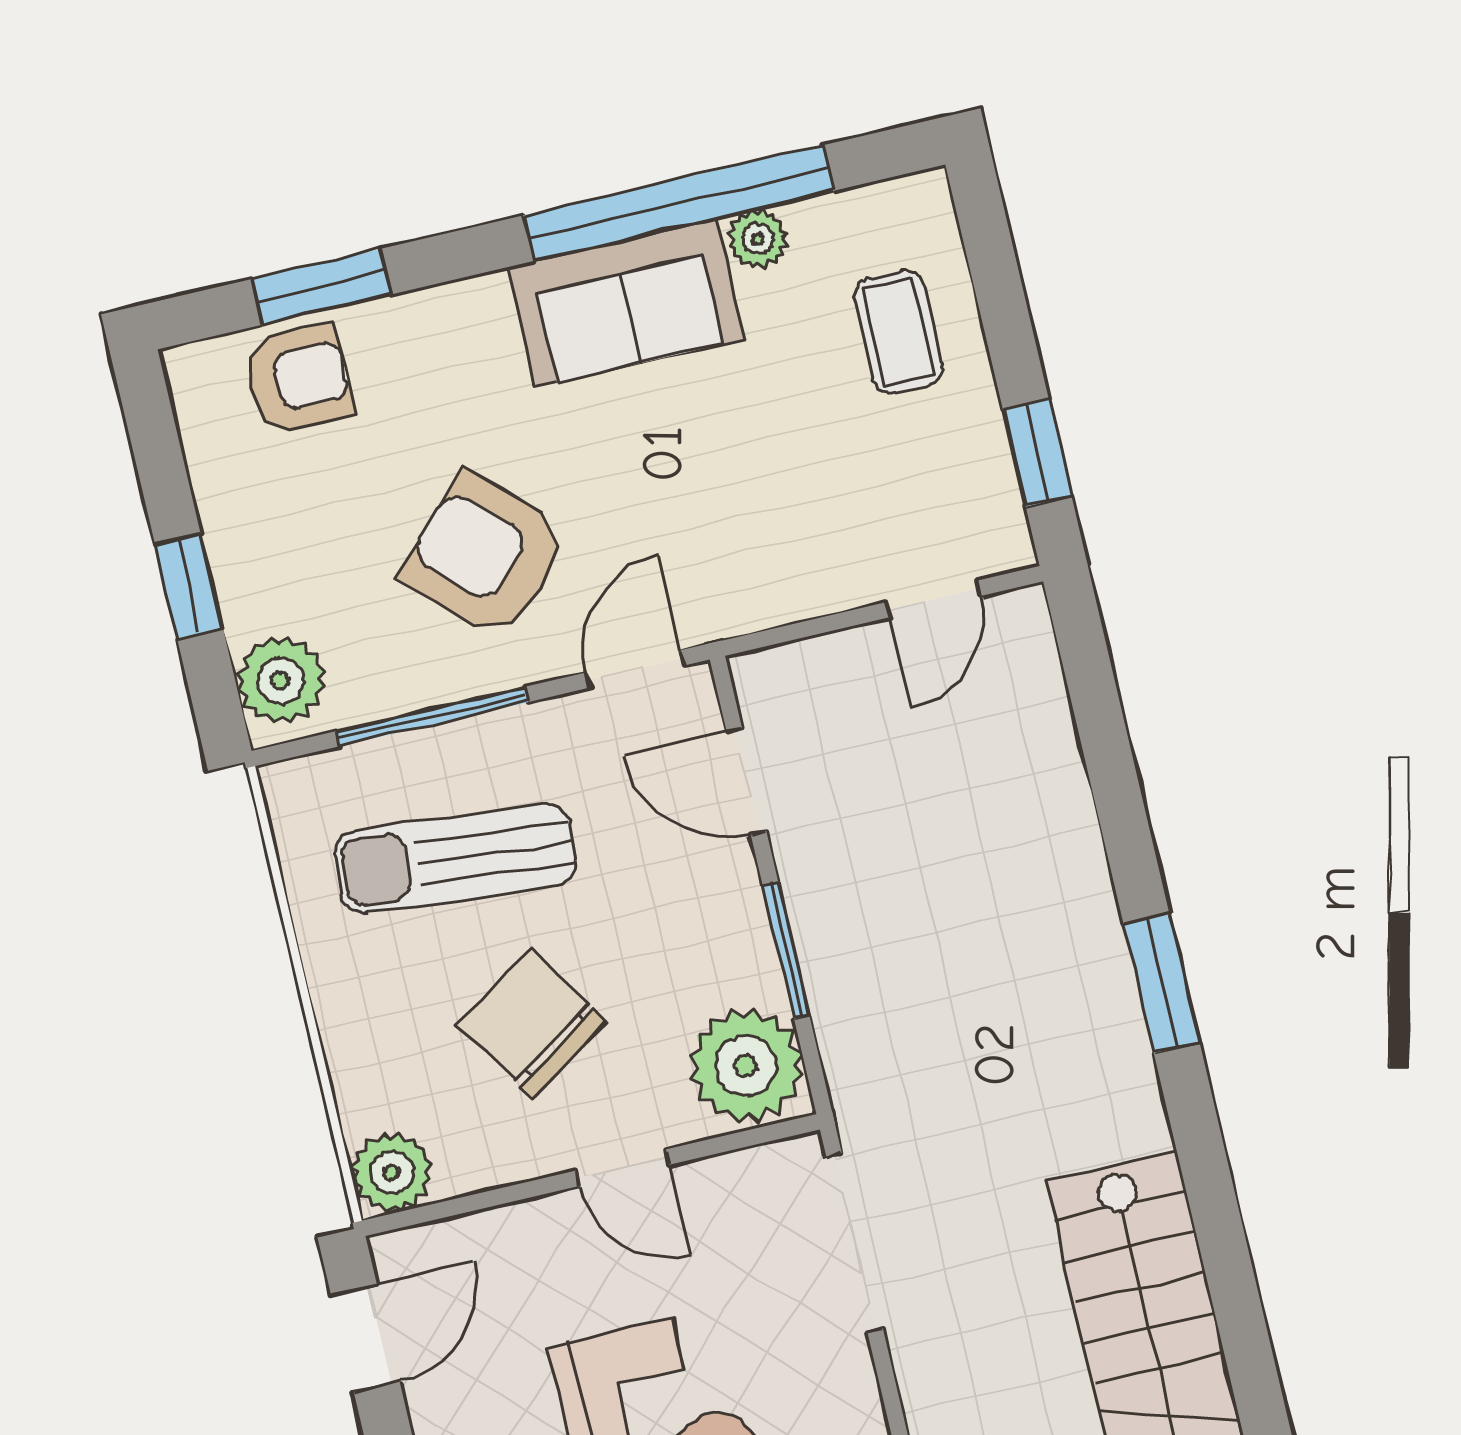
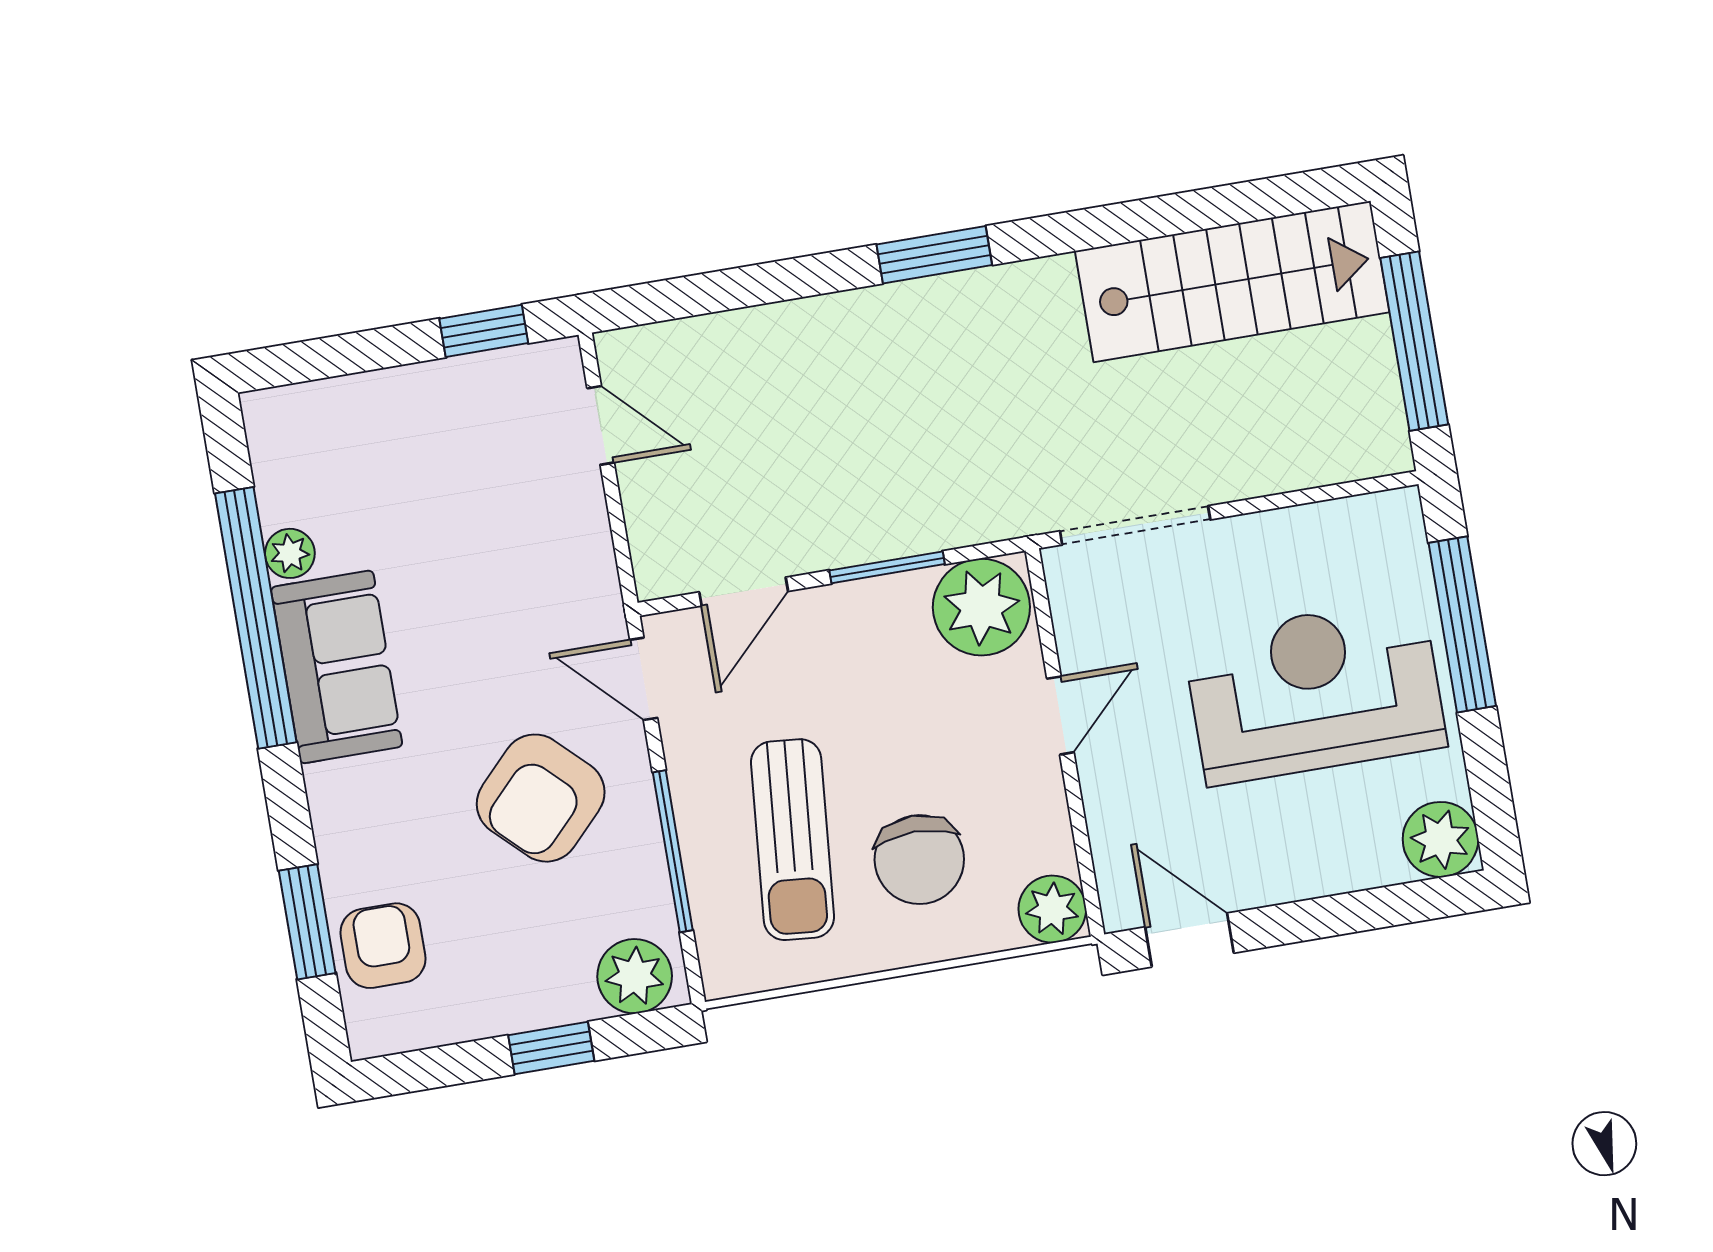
coffee table: (899, 332) -> (375, 440), removed
chair: (532, 1023) -> (919, 860), moved, turned -57

